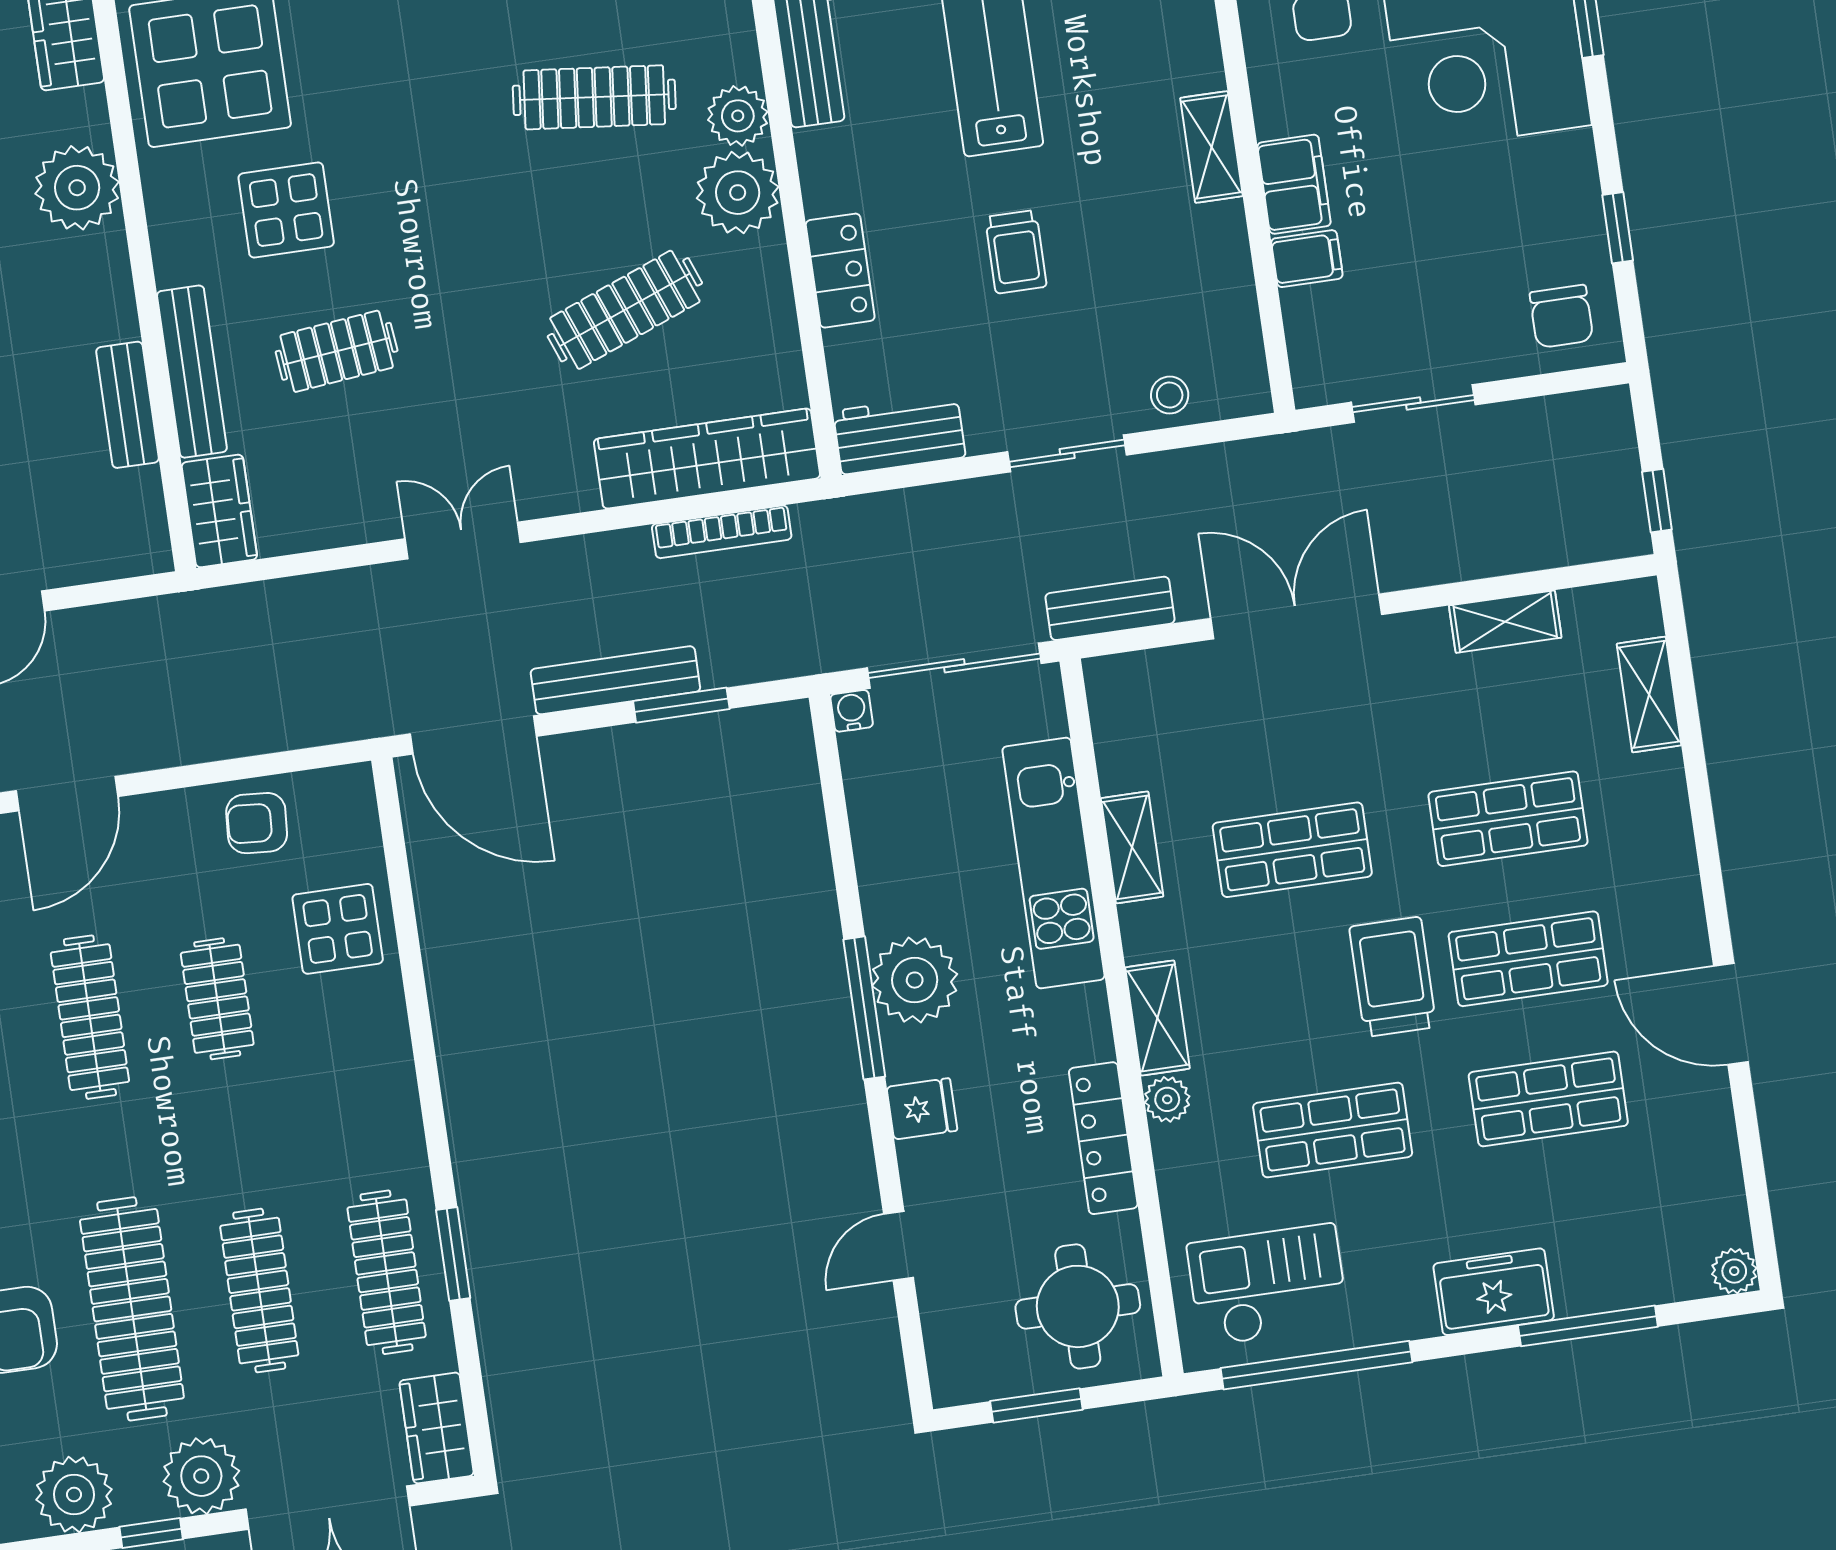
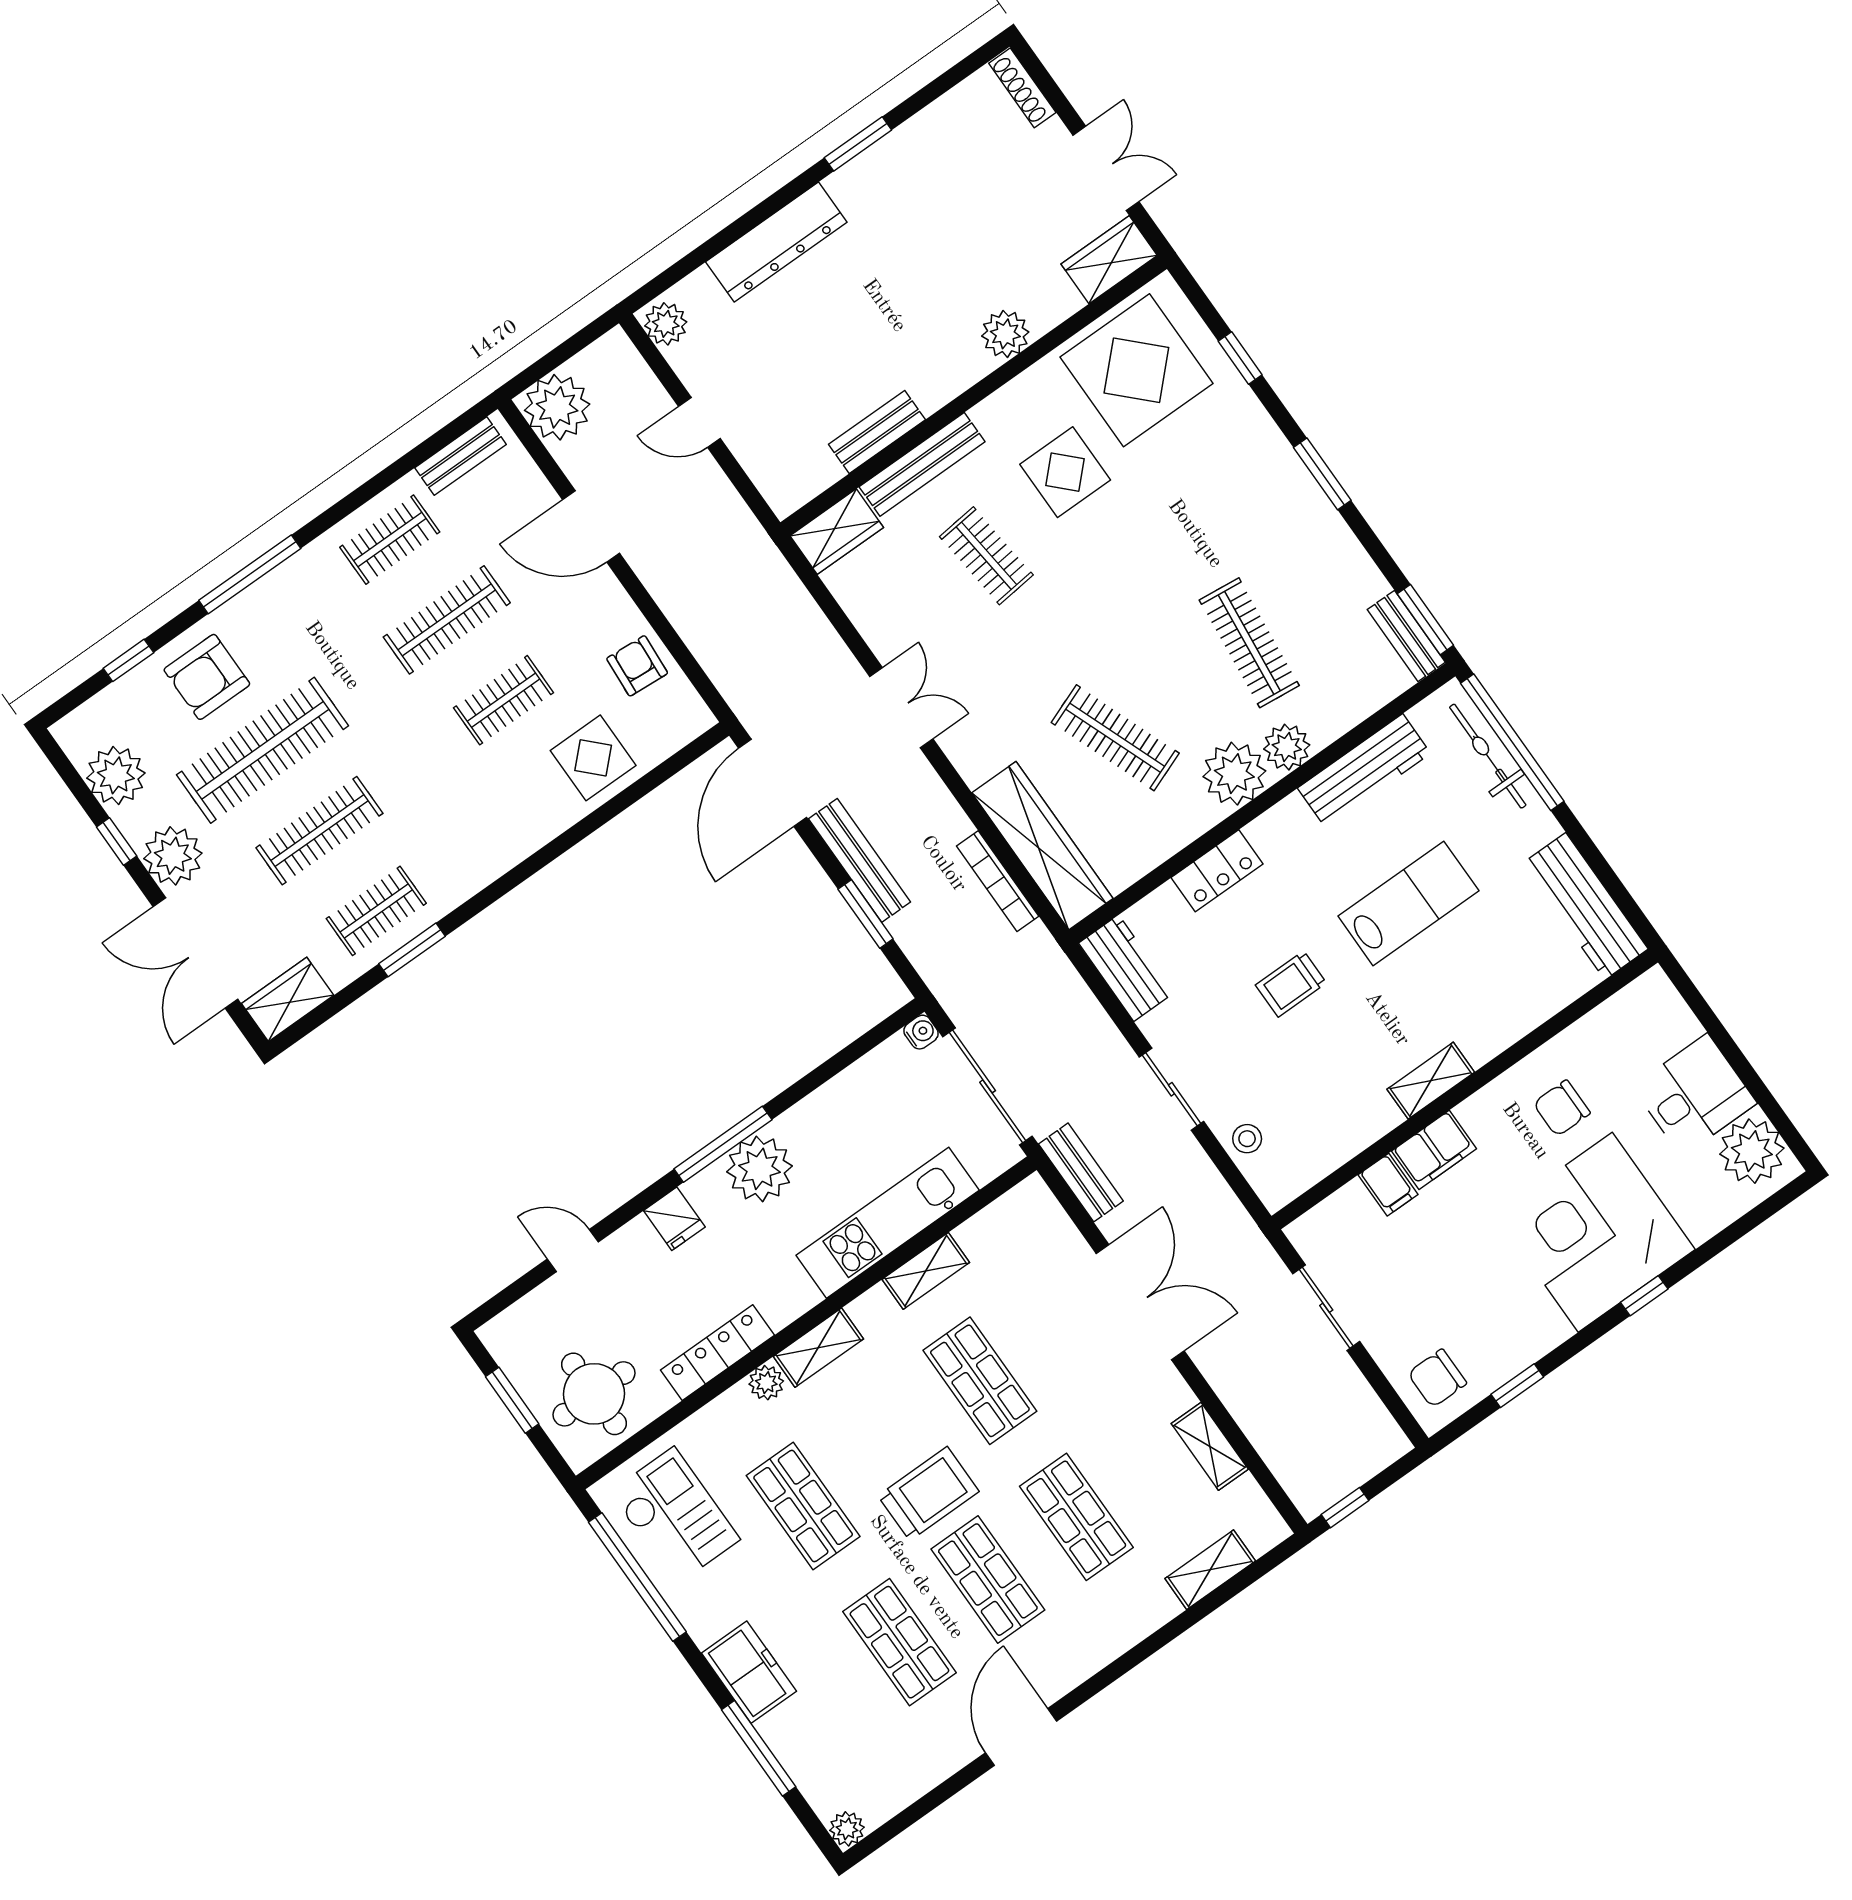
plant: (77, 188) -> (1005, 334), width x0.73, depth x0.73
clothes rail: (387, 1272) -> (376, 911), width x0.73

